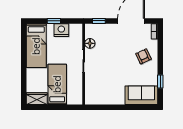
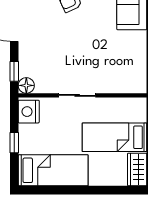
nightstand: (61, 30) -> (29, 112), moved
floor lamp: (90, 43) -> (26, 85), moved

